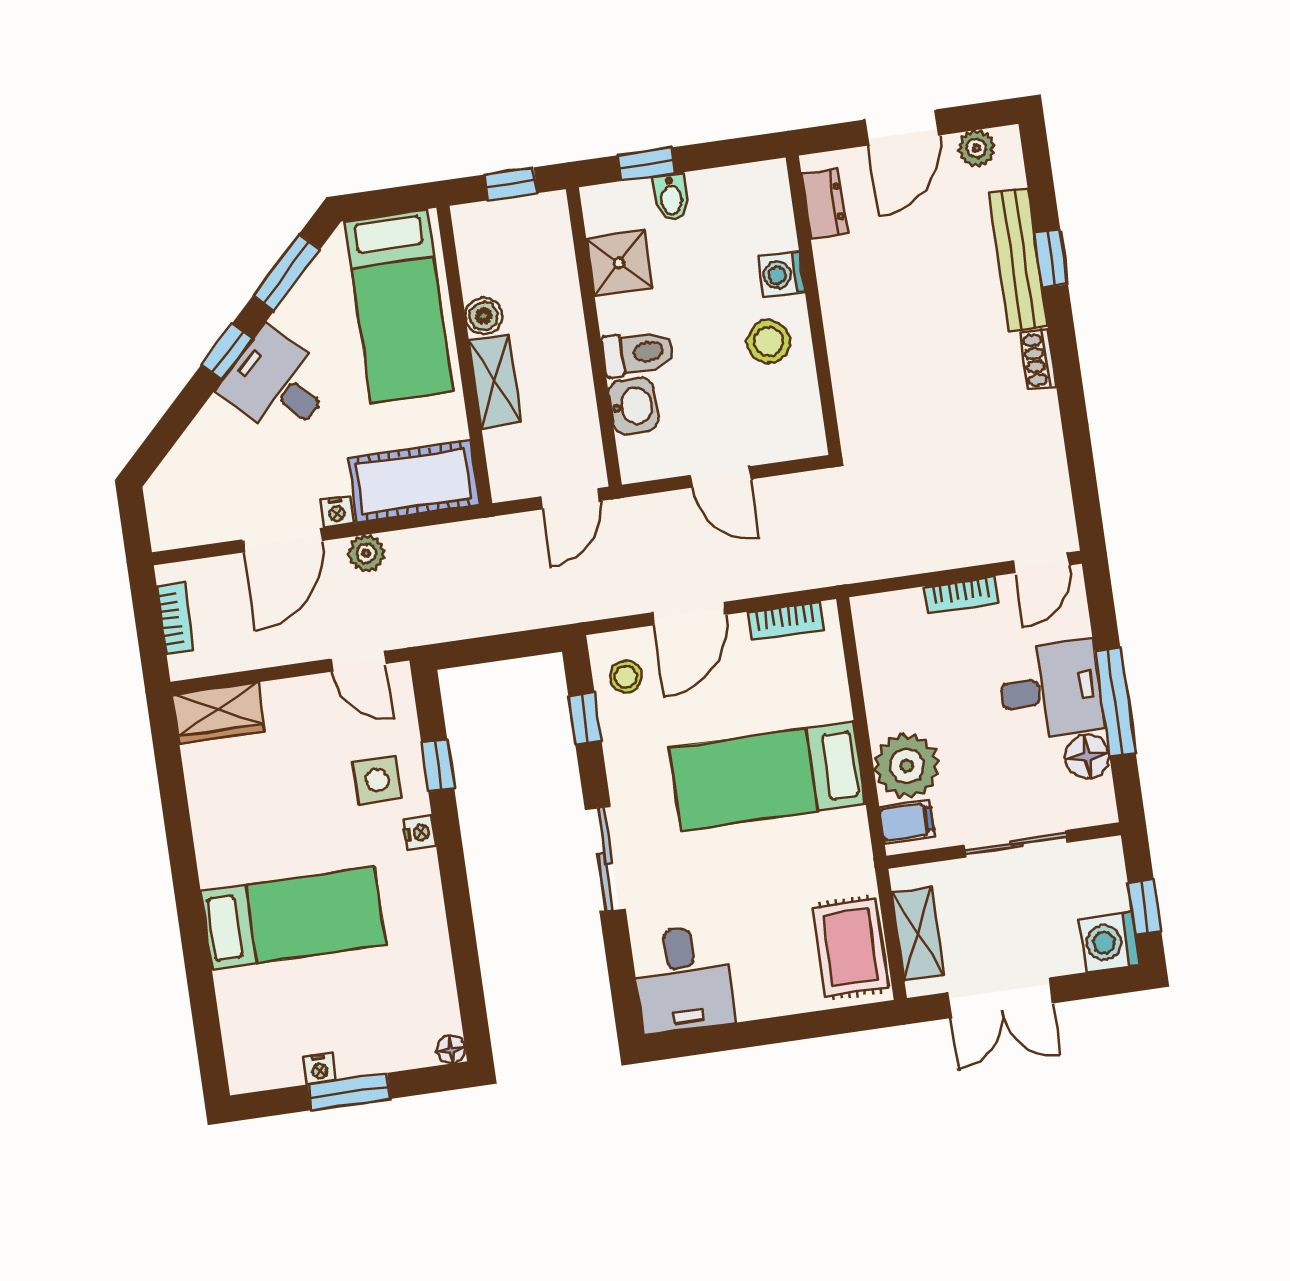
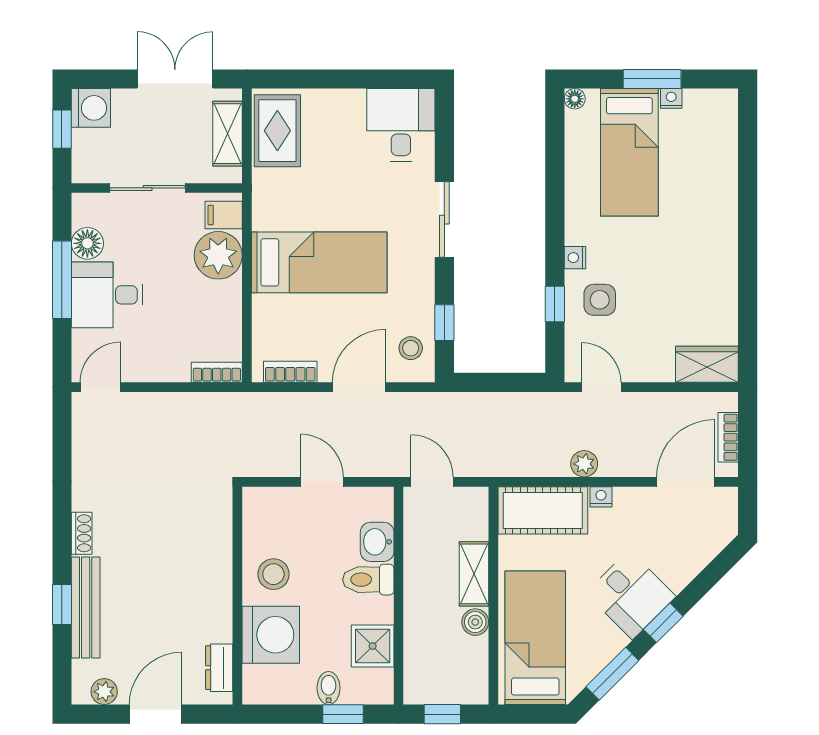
washing machine: (781, 274) -> (271, 635), width x1.89, depth x1.89
door: (570, 499) -> (432, 482), hinge flipped
door: (282, 540) -> (686, 482), moved
bookcase: (961, 595) -> (217, 372), moved
bed: (293, 918) -> (629, 152), moved, turned -90

